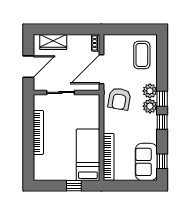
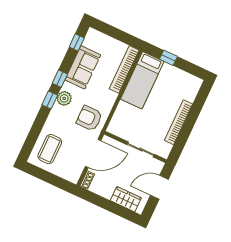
plant: (150, 91) -> (58, 113), removed
armchair: (119, 99) -> (89, 118), turned -100
sofa: (146, 162) -> (83, 67), moved

